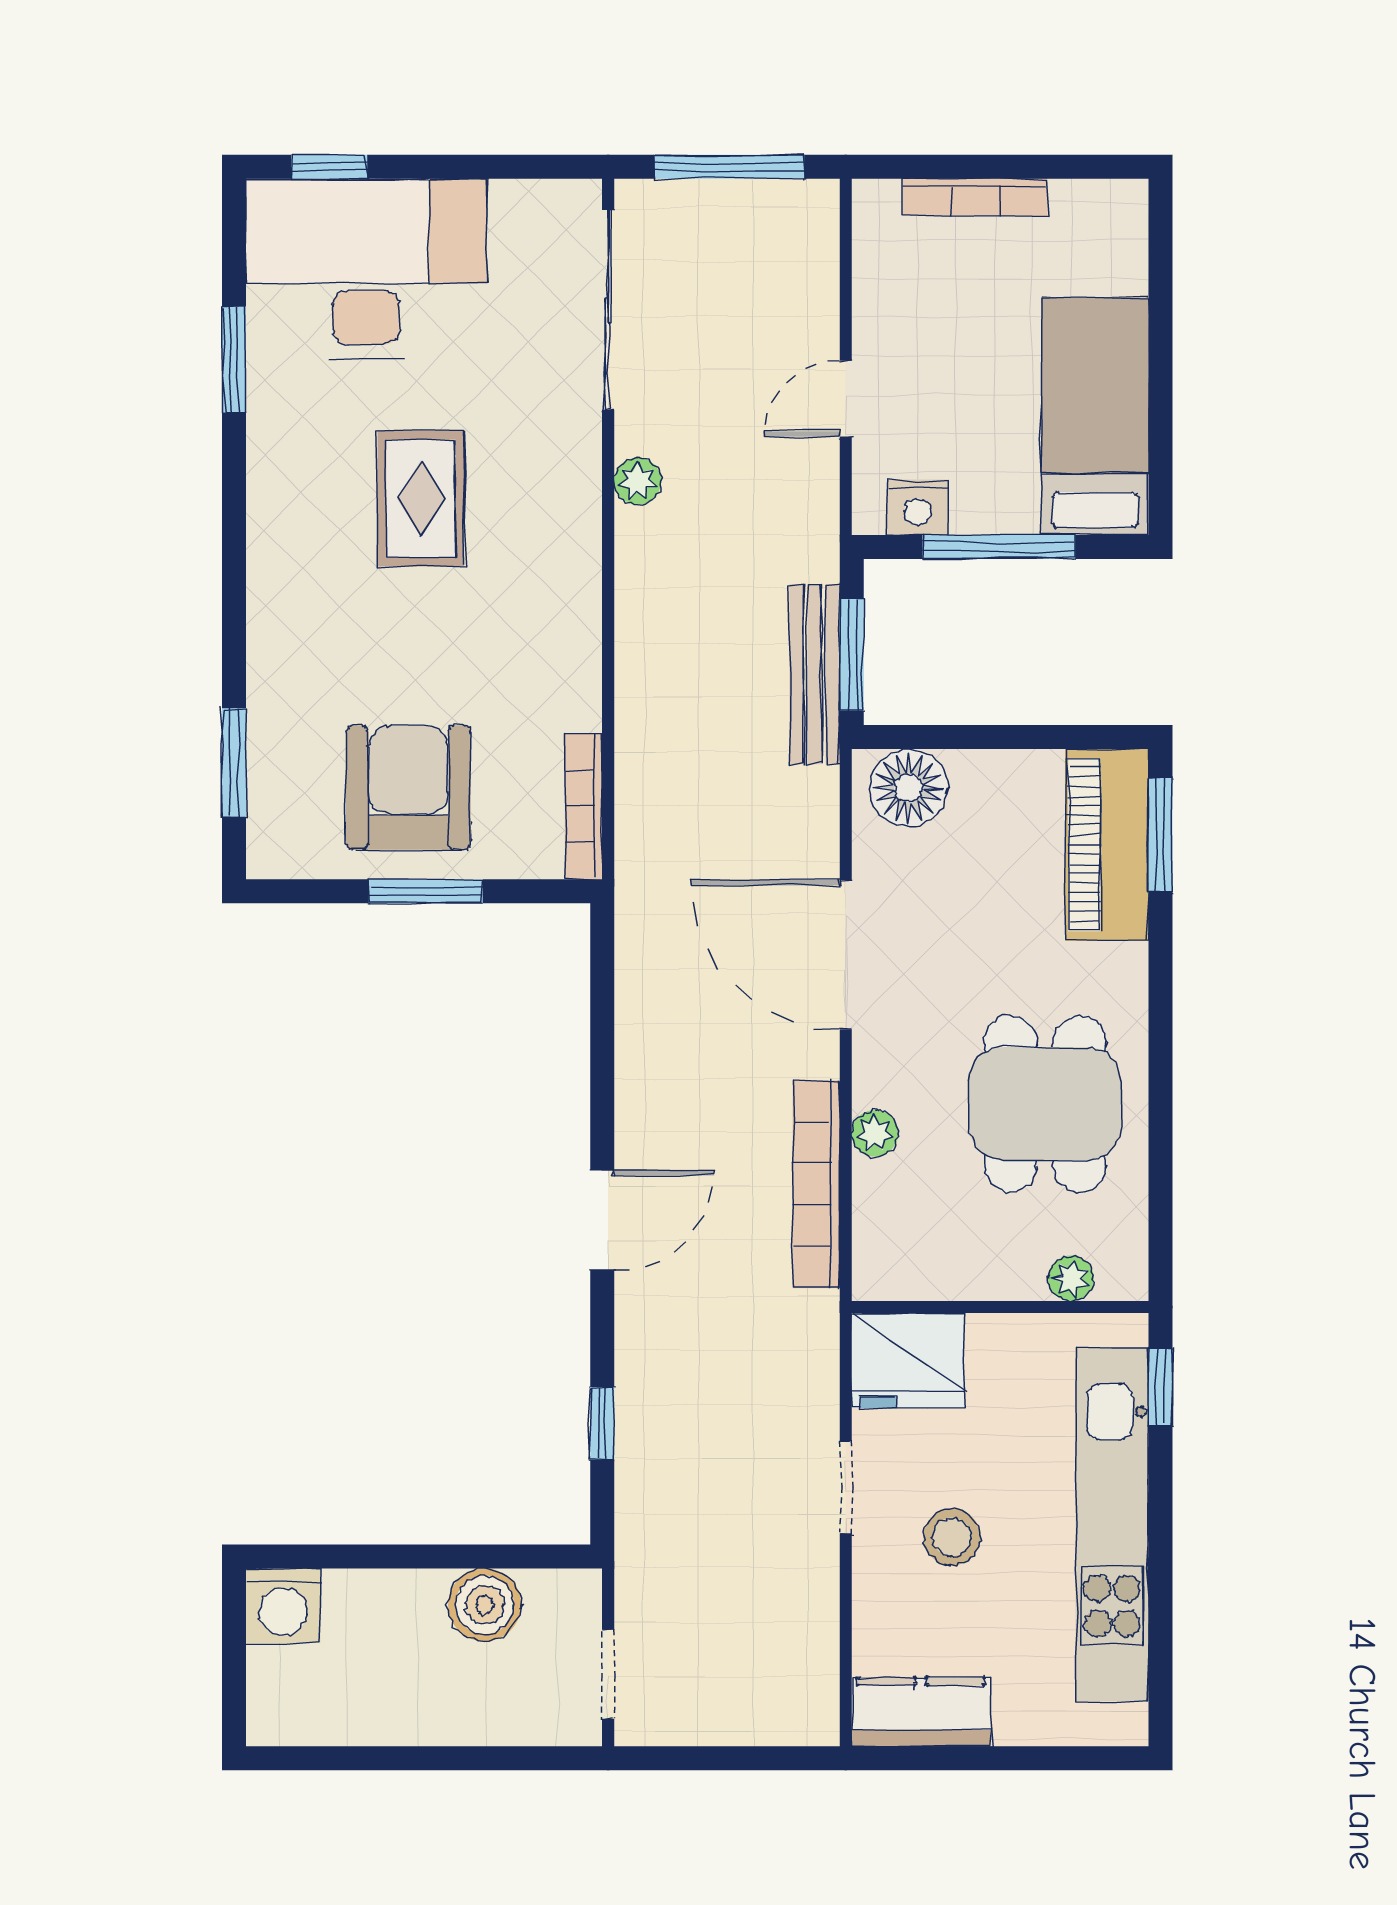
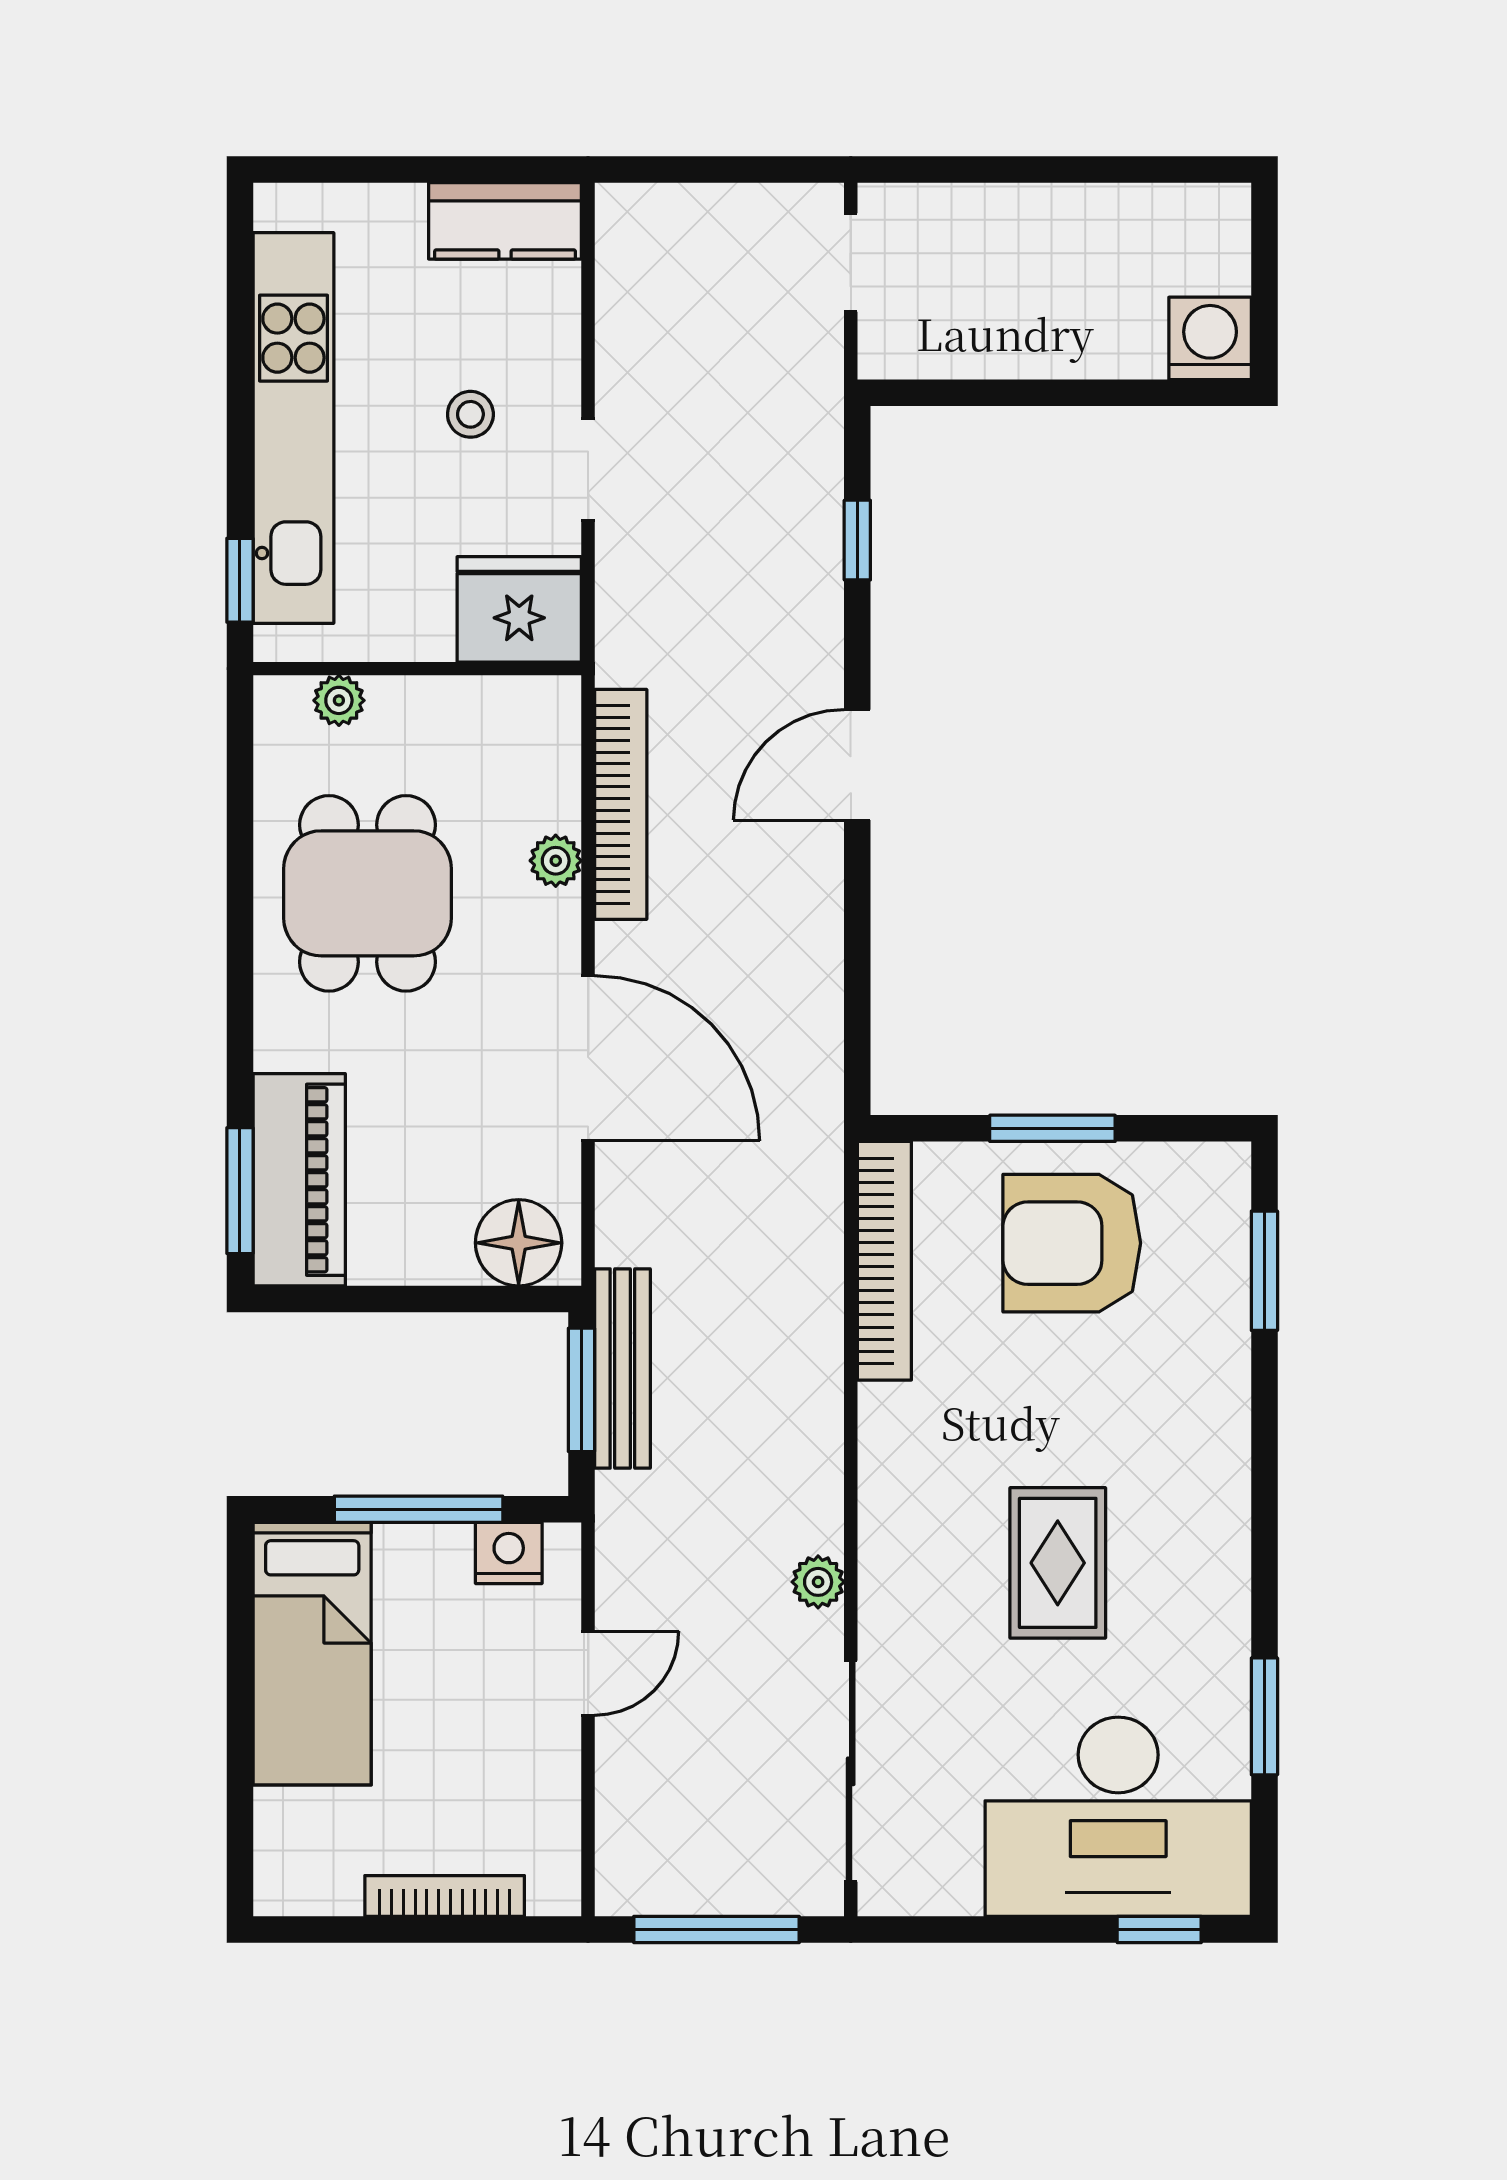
armchair: (408, 788) -> (1072, 1243), turned 90
bookcase: (584, 807) -> (884, 1261), width x1.48, depth x1.31
stool: (952, 1537) -> (470, 414), width x0.73, depth x0.73
boiler: (485, 1605) -> (987, 339), removed

